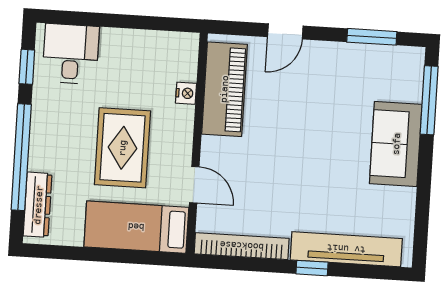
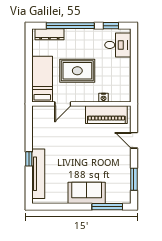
bookcase: (242, 246) -> (37, 127), removed

